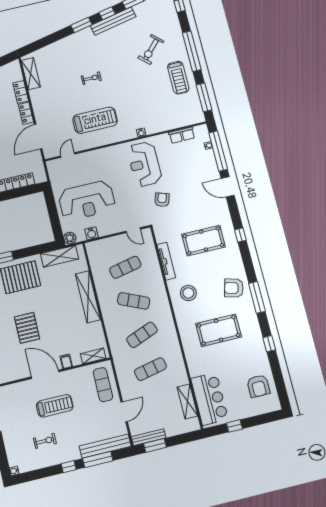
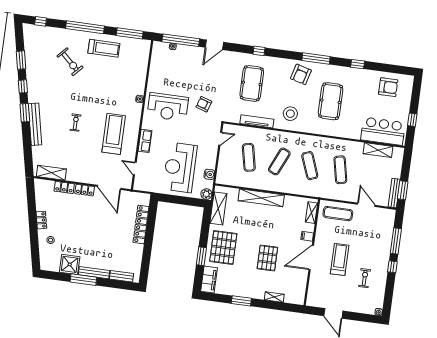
bench: (113, 21) -> (35, 124), moved
row of seats: (182, 135) -> (145, 141), moved
reception desk: (87, 200) -> (180, 167), turned 180
pallet: (27, 328) -> (267, 258), turned 90
bench: (105, 446) -> (388, 231), removed

